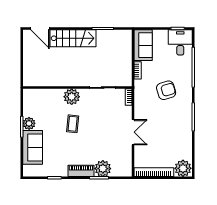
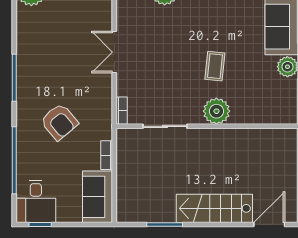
door: (40, 28) -> (269, 225), hinge flipped
armchair: (166, 90) -> (59, 122), turned -113

